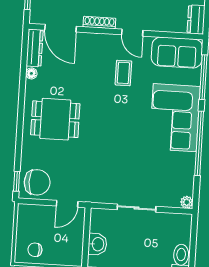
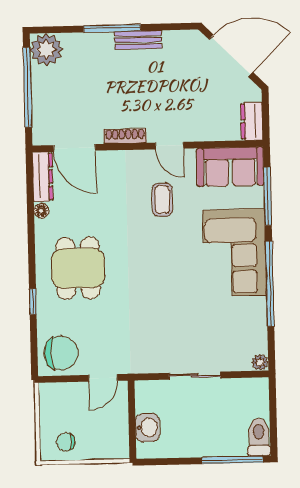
dining table: (55, 119) -> (78, 268), turned 90
window: (17, 181) -> (33, 302), moved

